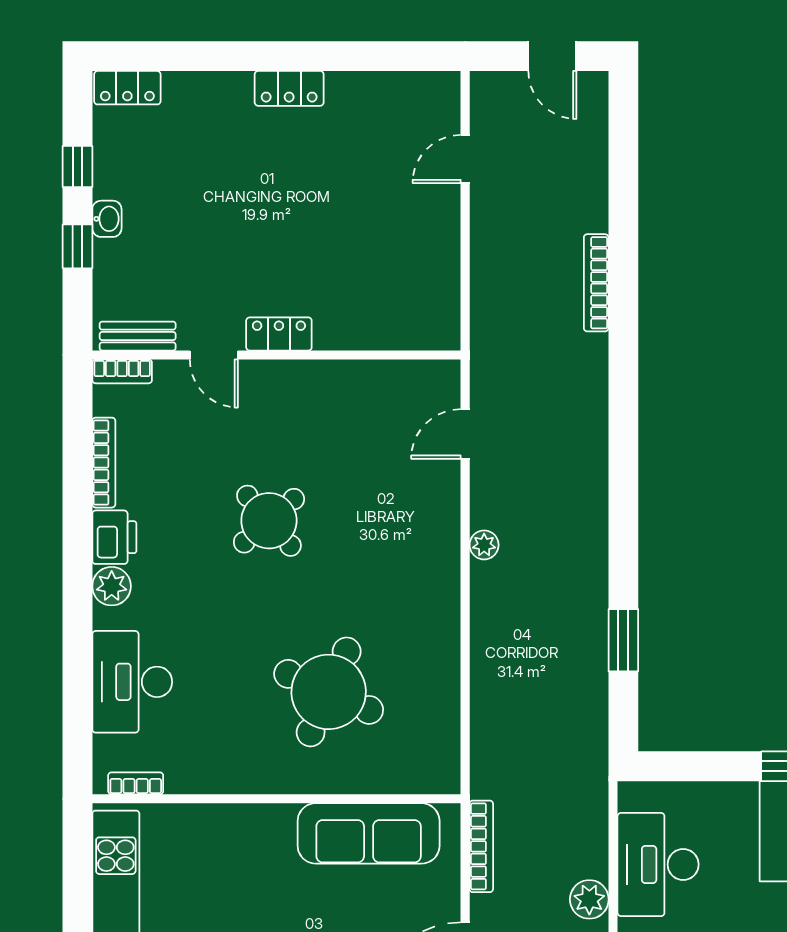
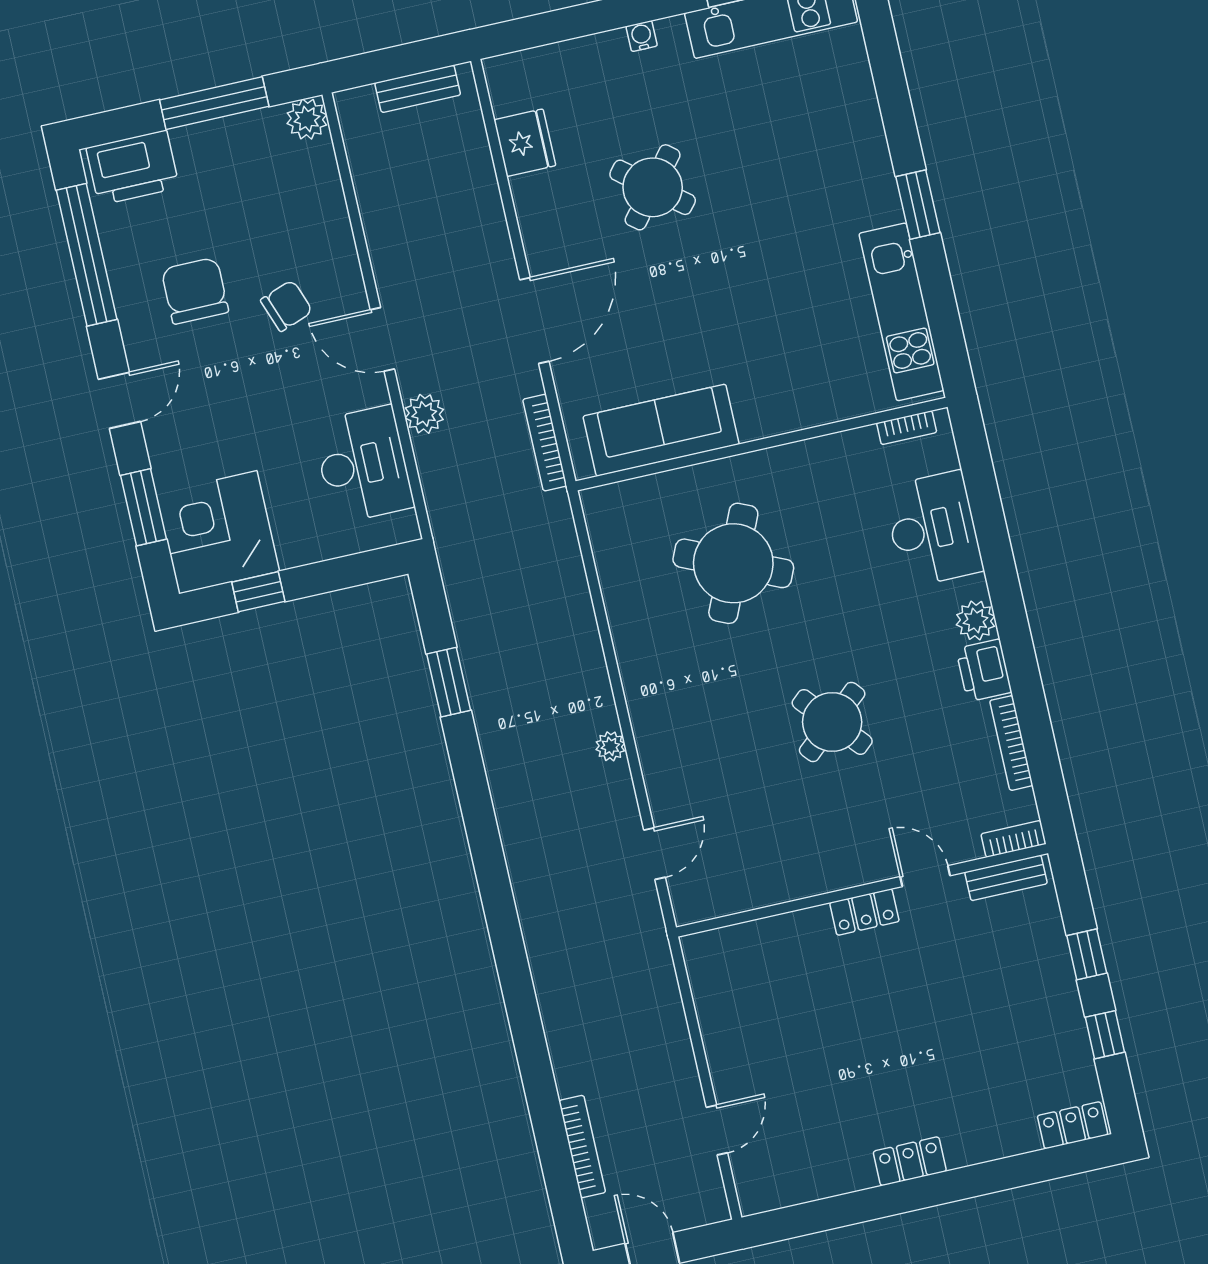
washbasin: (107, 219) -> (1063, 989), removed
bookcase: (596, 283) -> (582, 1147), moved

